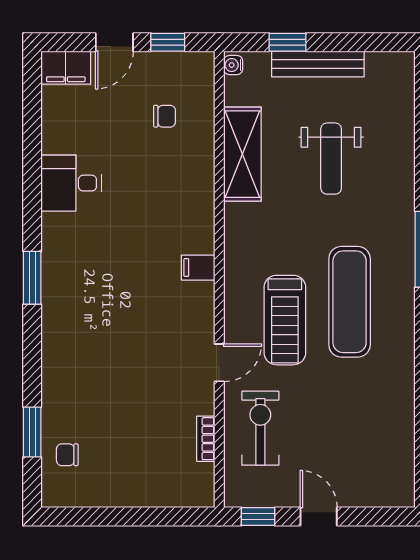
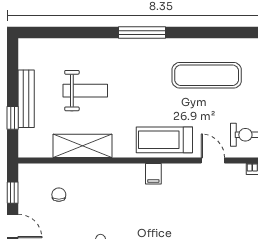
water cooler: (233, 65) -> (27, 152), removed
exercise mat: (350, 302) -> (207, 75), moved
treadmill: (285, 320) -> (164, 140), moved, turned 180

